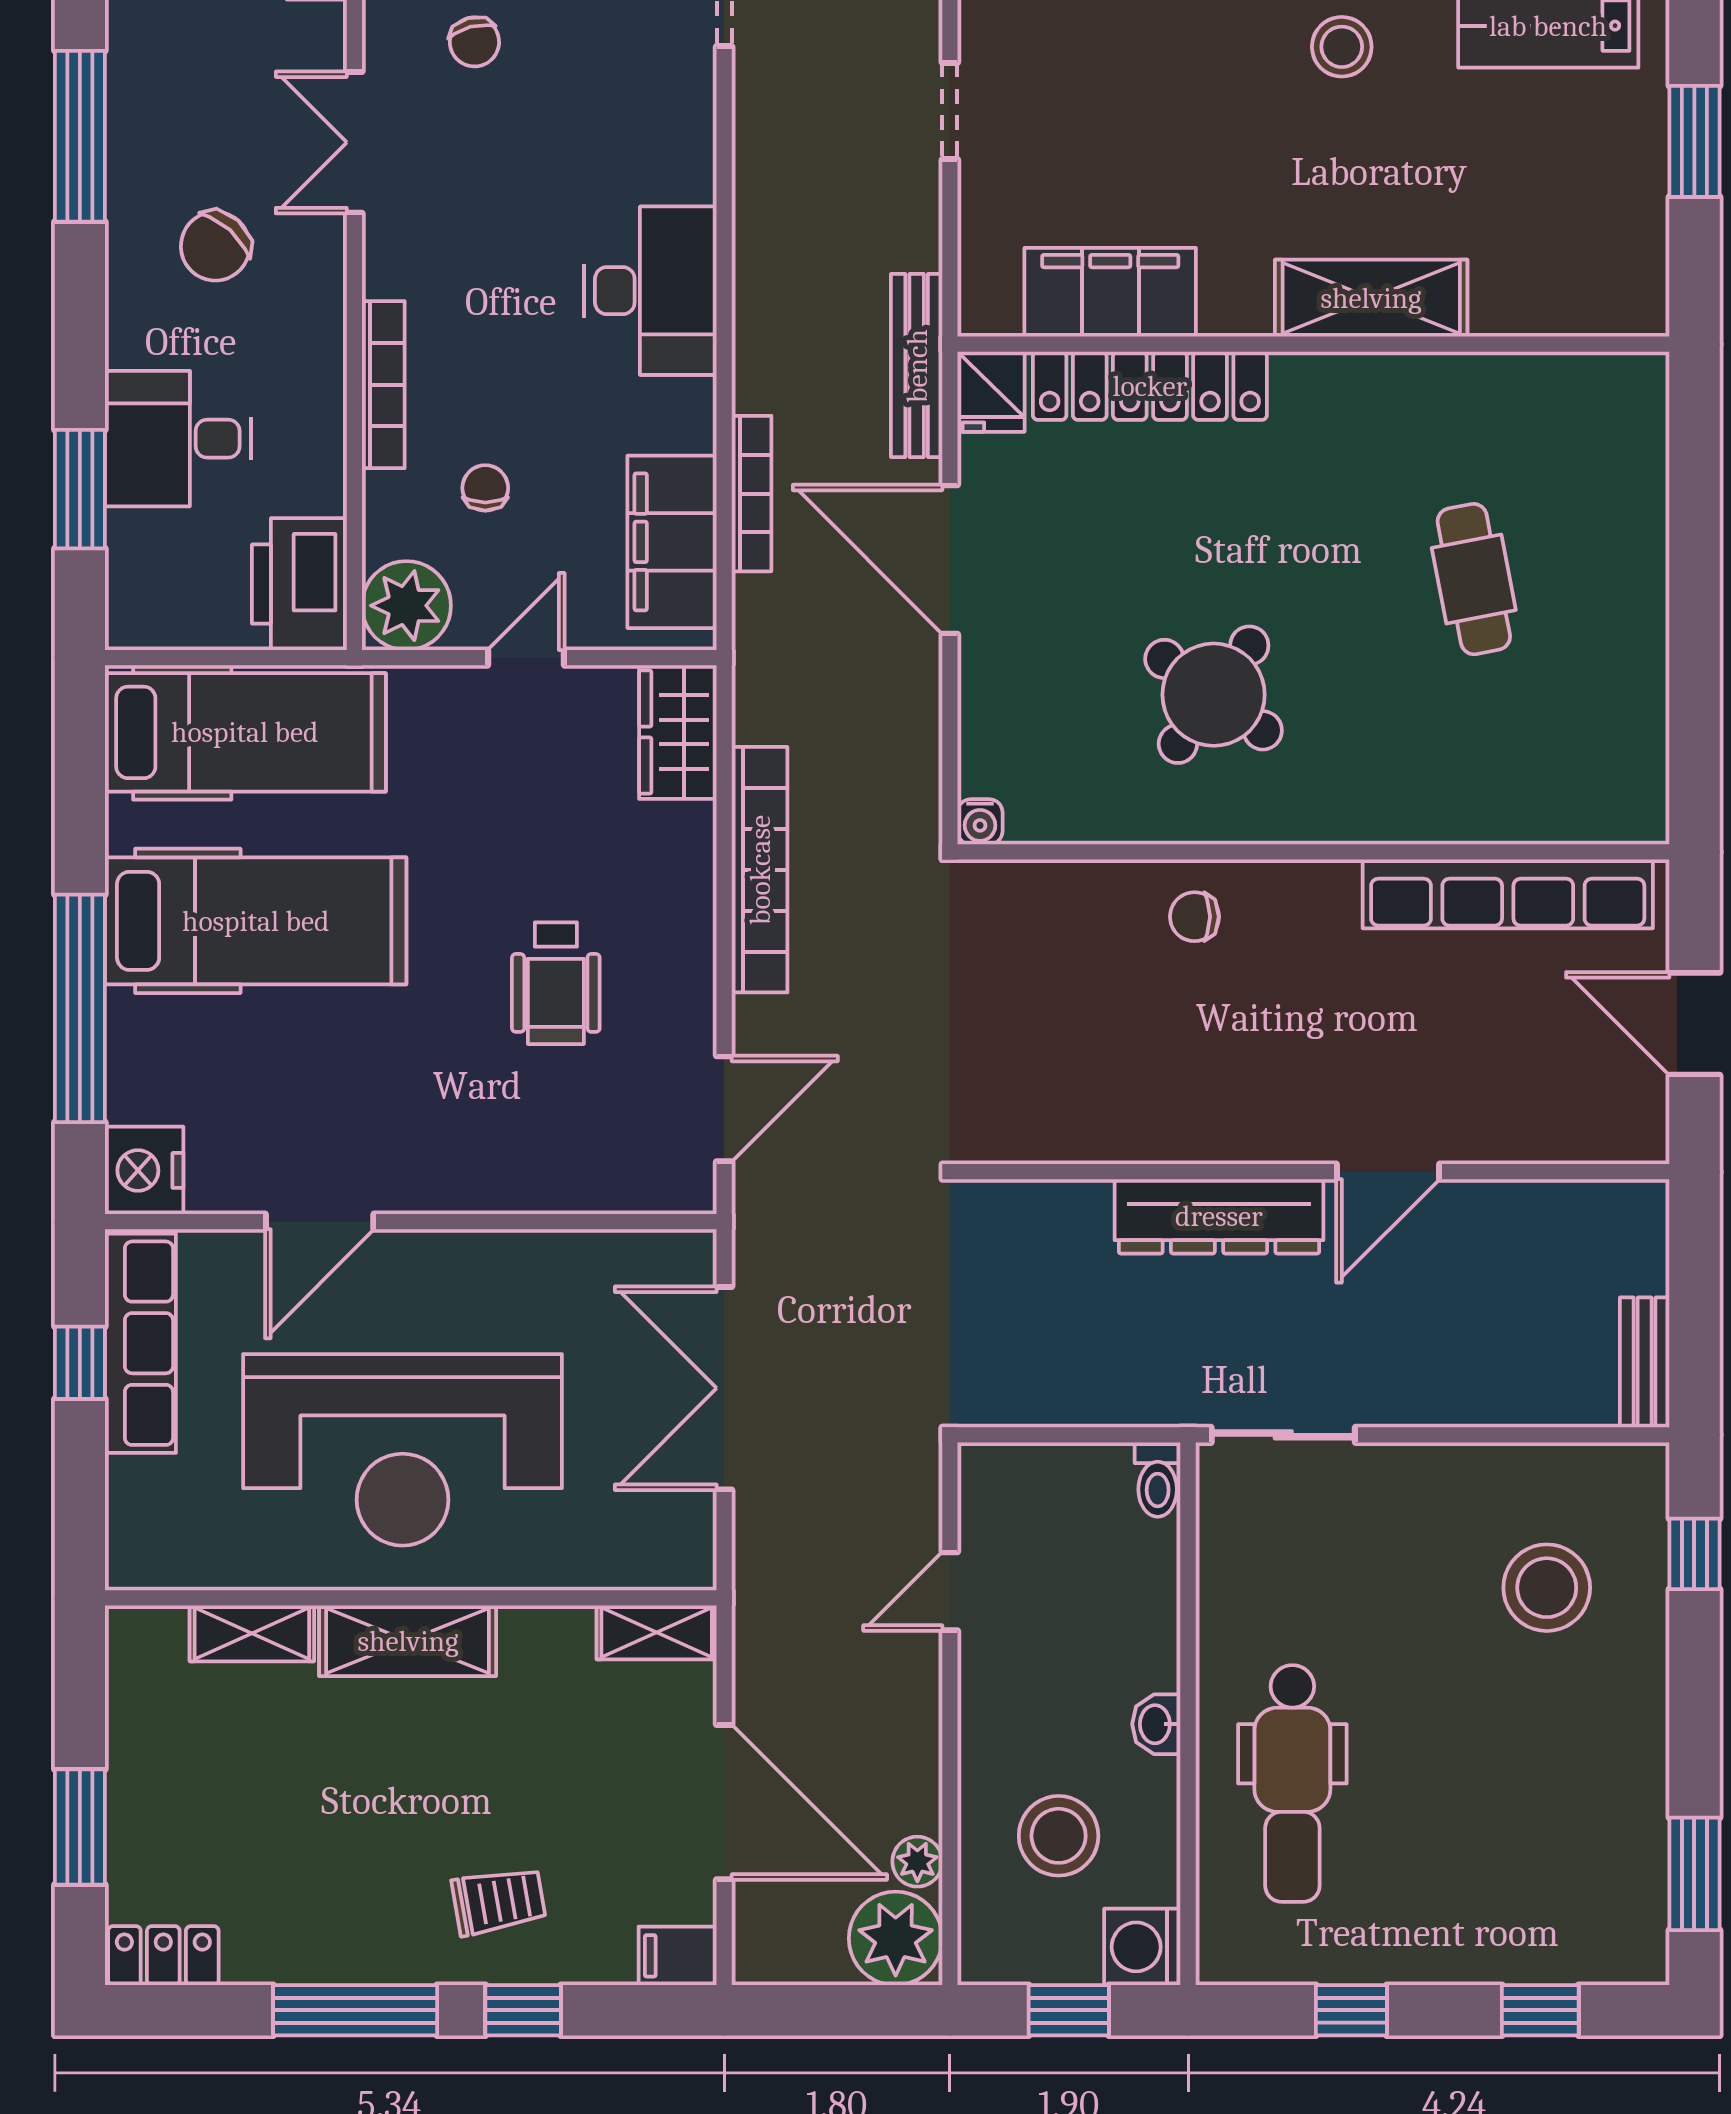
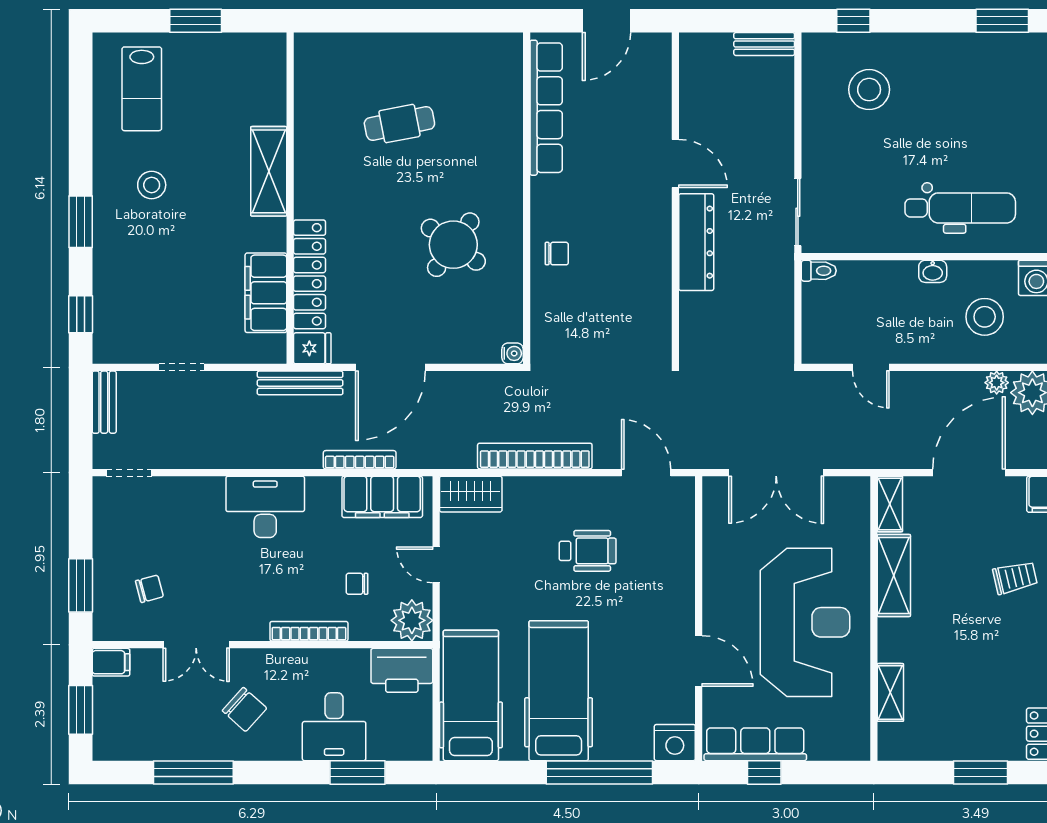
chair: (1194, 917) -> (557, 254), turned -90
shelving: (408, 1641) -> (894, 575), moved
trolley: (499, 1901) -> (1015, 578), turned 87

